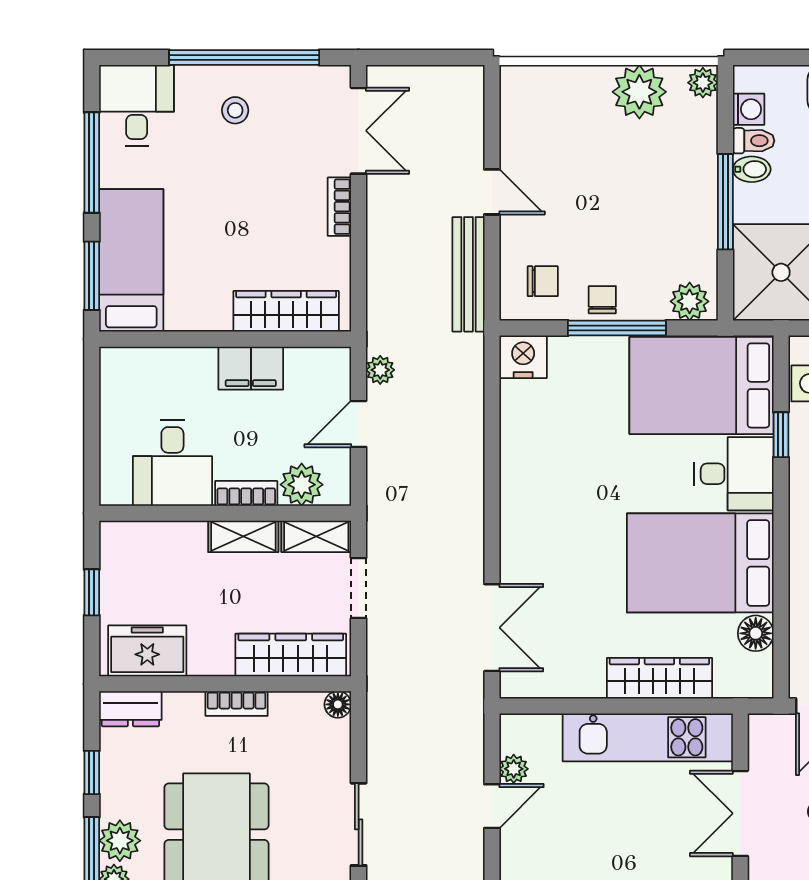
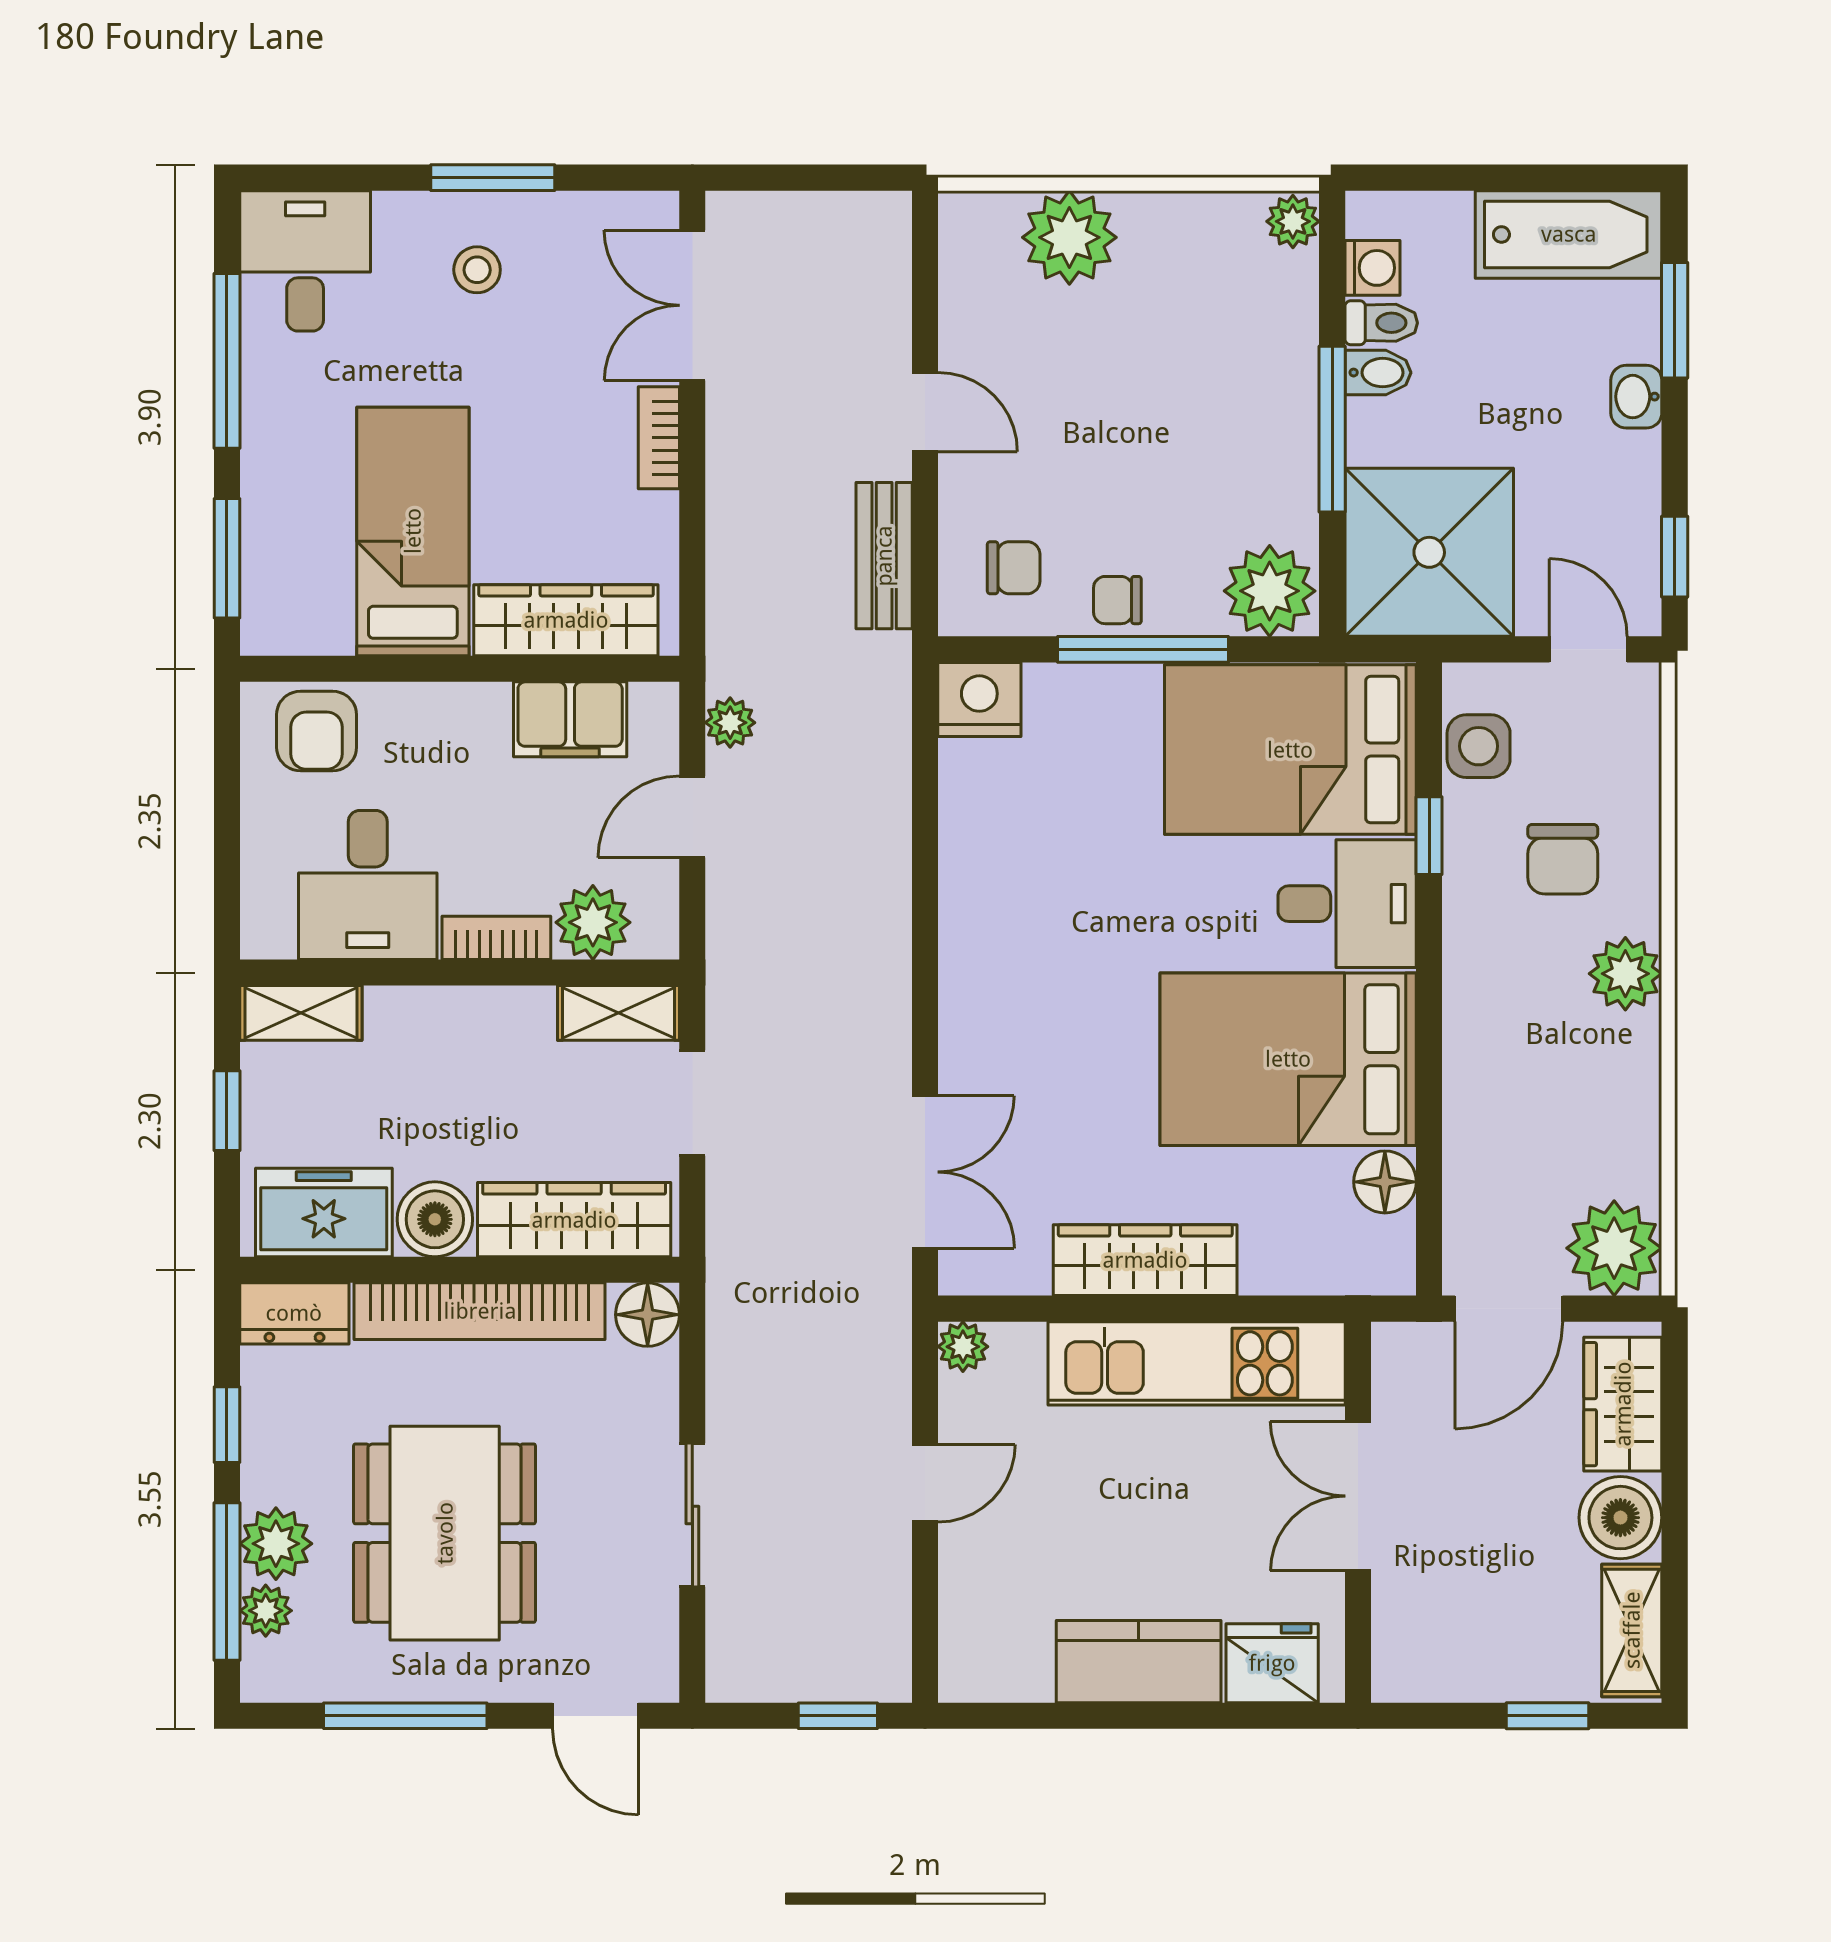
window: (244, 57) -> (493, 178), width x0.47
plant: (639, 92) -> (1069, 237), moved
double door: (359, 131) -> (692, 305), swing flipped
bed: (131, 260) -> (413, 531), moved
bench: (468, 274) -> (884, 556), width x0.73
chair: (602, 300) -> (1117, 600), turned -90
plant: (690, 301) -> (1270, 591), width x1.36, depth x1.36
filing cabinet: (251, 368) -> (570, 719), moved
armchair: (143, 375) -> (317, 731), added
shelving: (243, 536) -> (301, 1013), moved
boiler: (211, 655) -> (435, 1219), added
wardrobe: (659, 678) -> (1145, 1260), moved
bookcase: (237, 704) -> (480, 1311), width x2.31, depth x1.31
floor lamp: (338, 704) -> (648, 1315), width x1.37, depth x1.37
plant: (514, 769) -> (963, 1347), moved

